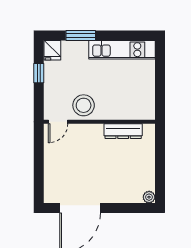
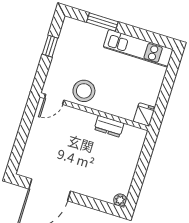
fridge: (52, 50) -> (144, 114), moved, turned 180
dresser: (123, 131) -> (109, 126), width x0.70

